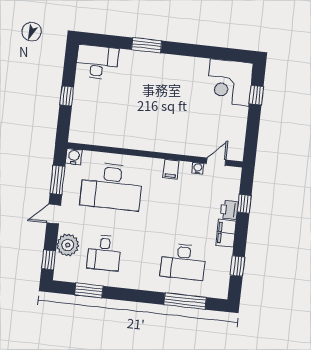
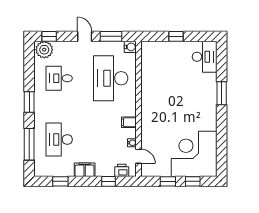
corner desk: (230, 82) -> (194, 154), width x1.36, depth x1.36
window: (253, 127) -> (168, 181), added
printer: (229, 210) -> (122, 170), moved
plant: (68, 245) -> (44, 50), moved
window: (89, 290) -> (29, 102), moved

